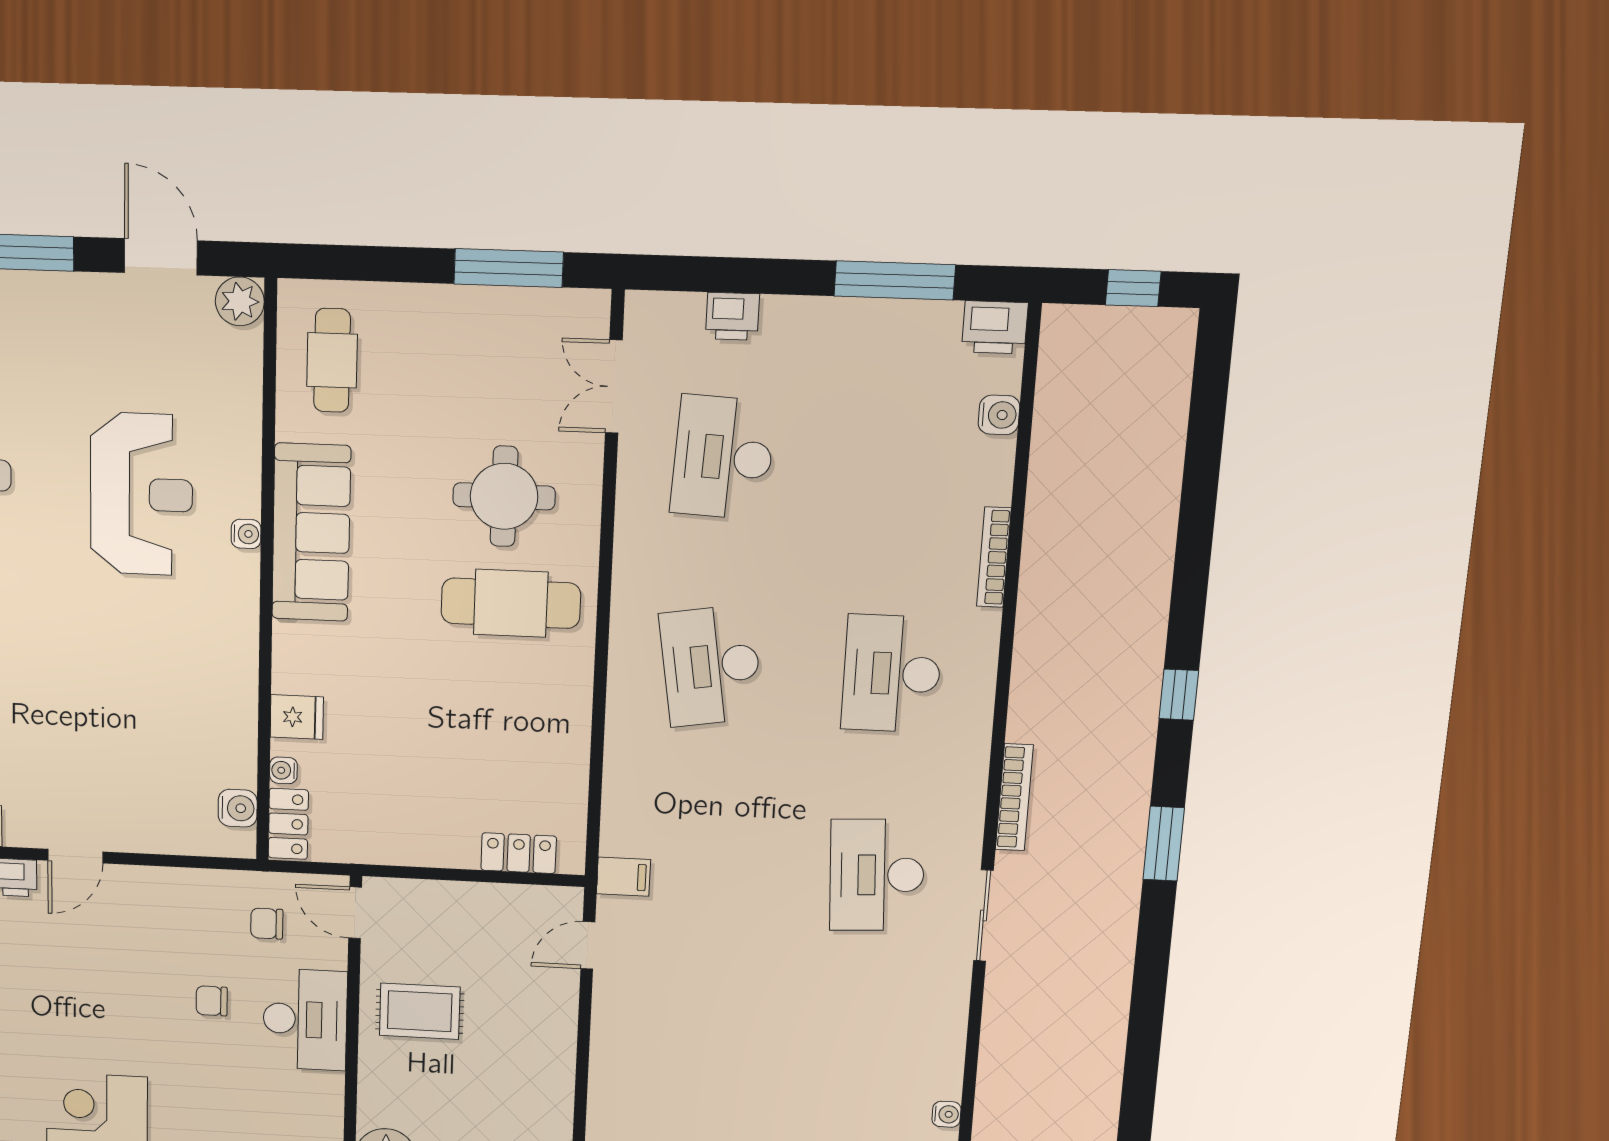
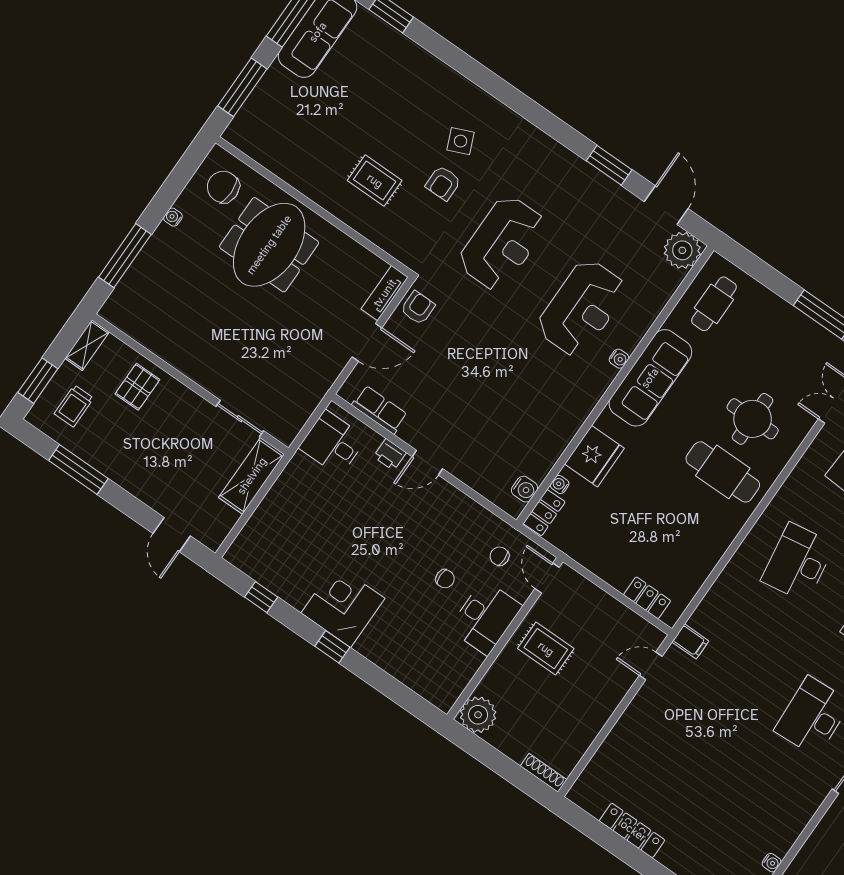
plant: (240, 301) -> (682, 250), width x1.36, depth x1.36
fridge: (297, 717) -> (594, 456), width x1.88, depth x1.34
chair: (212, 1001) -> (445, 579), turned 180

